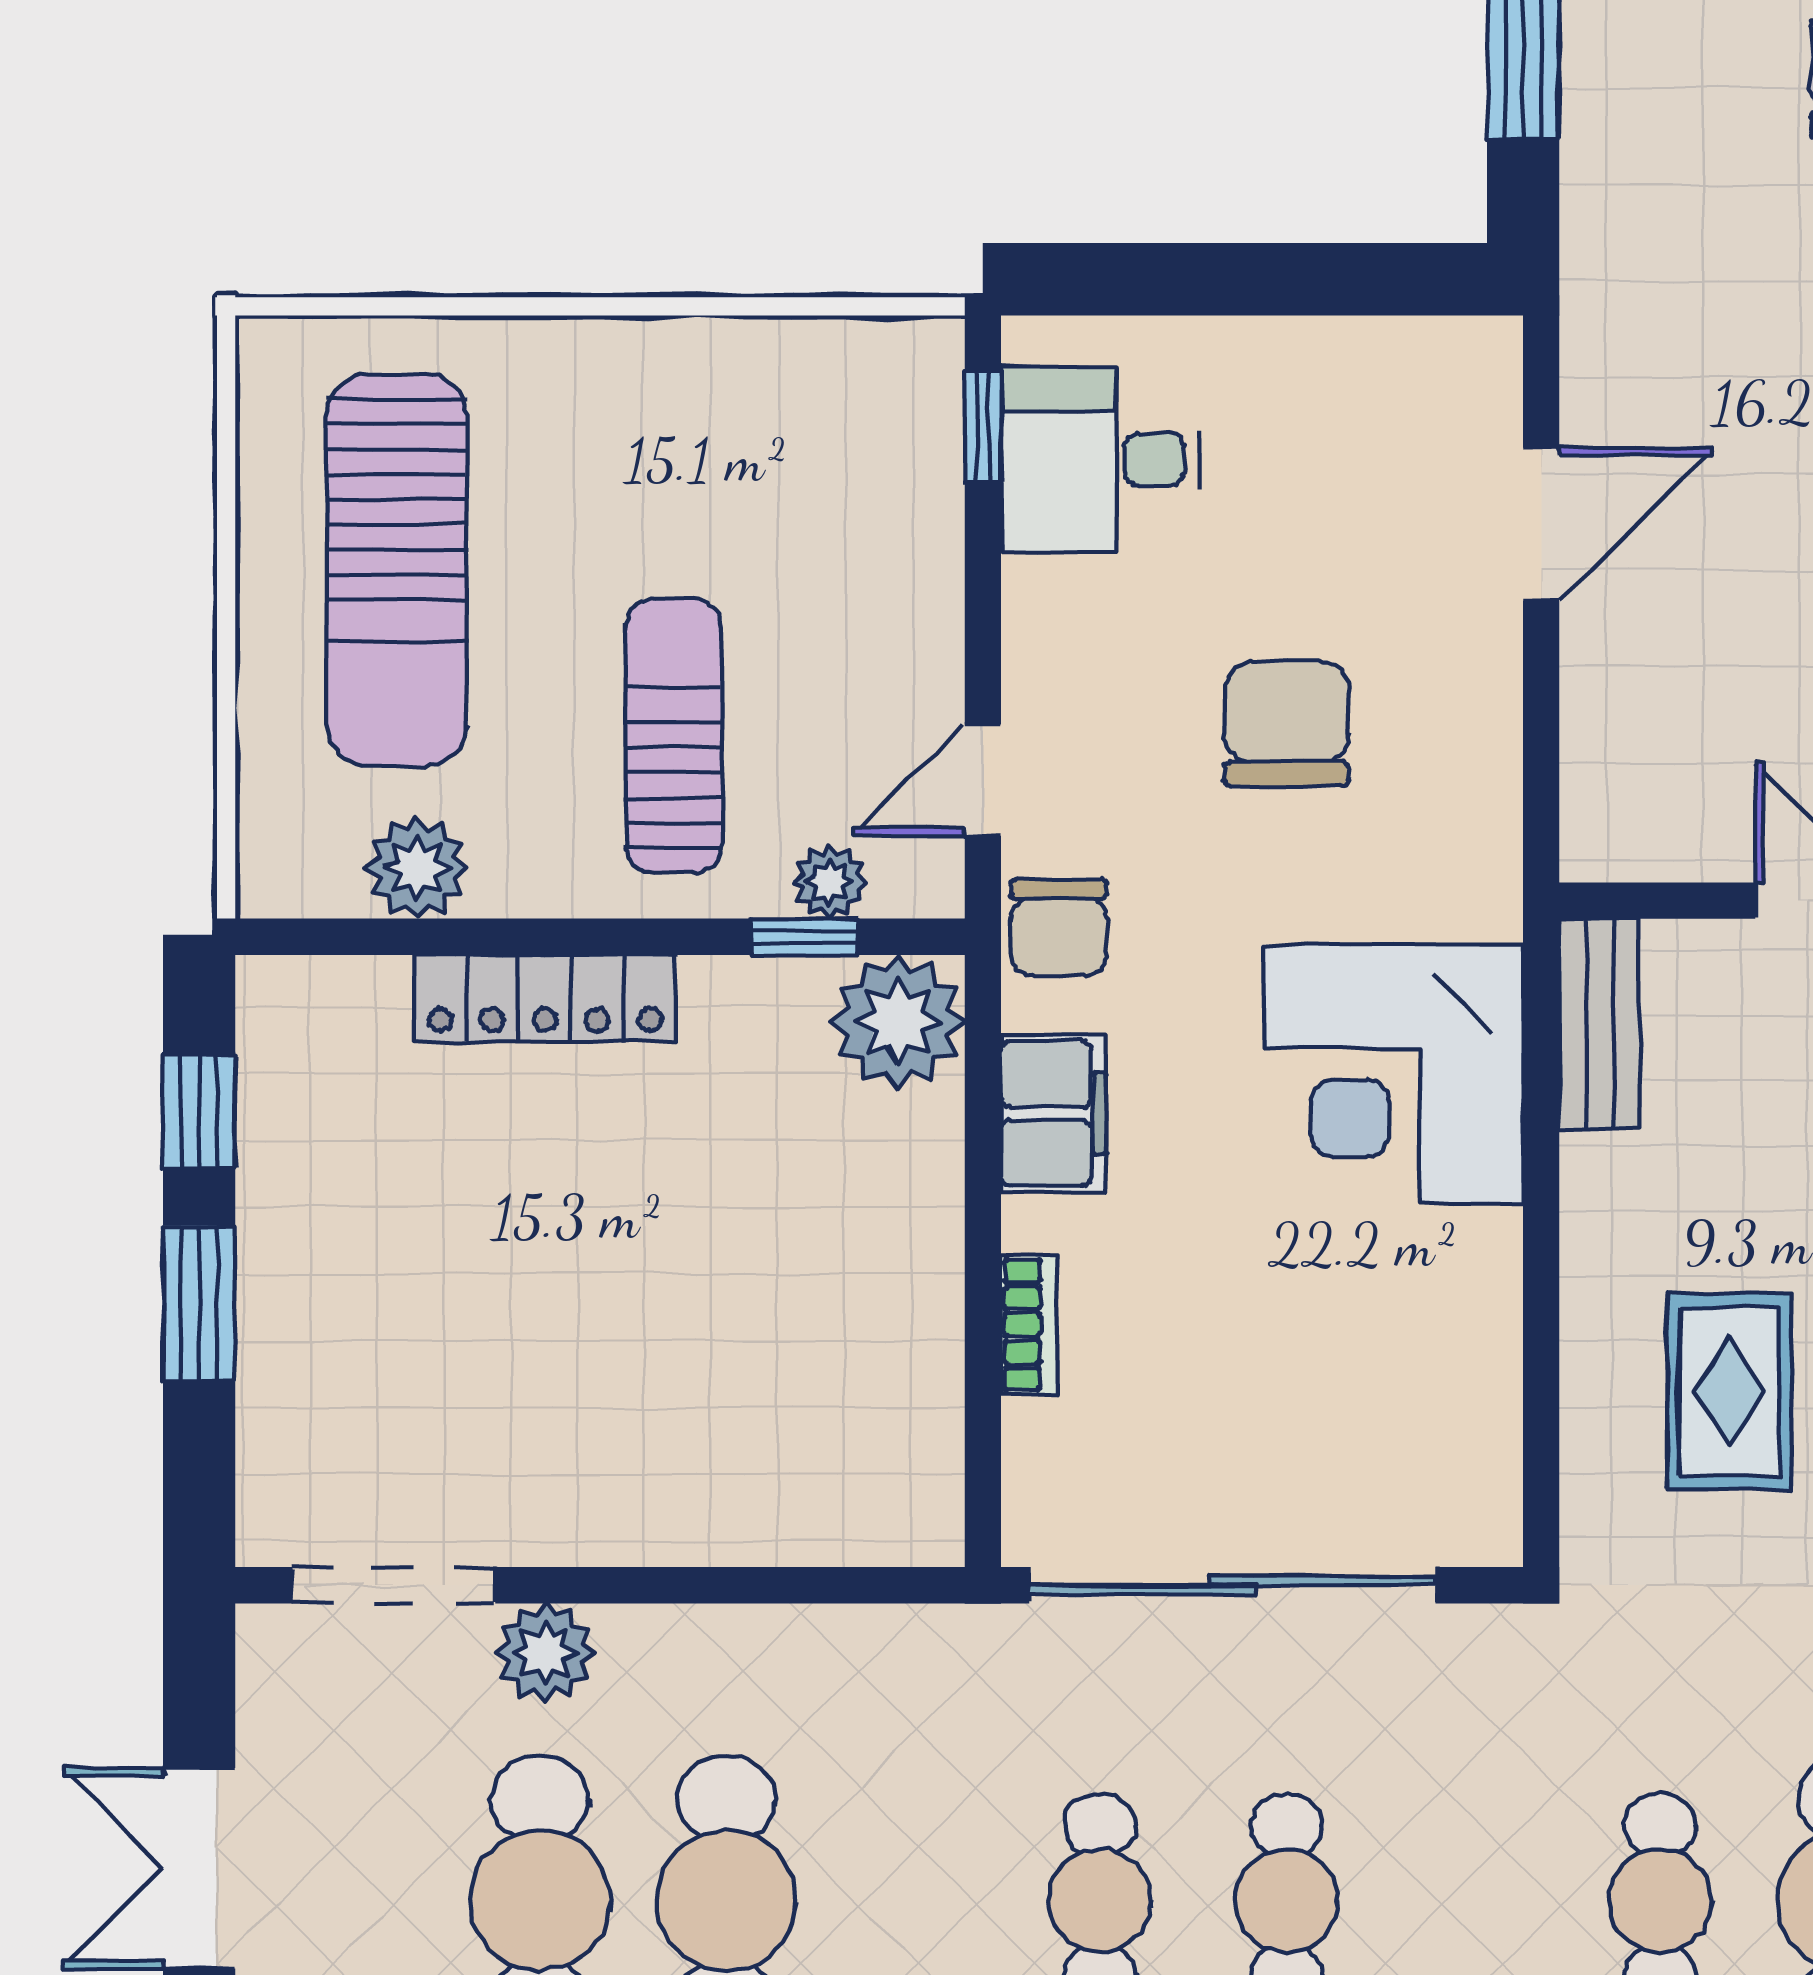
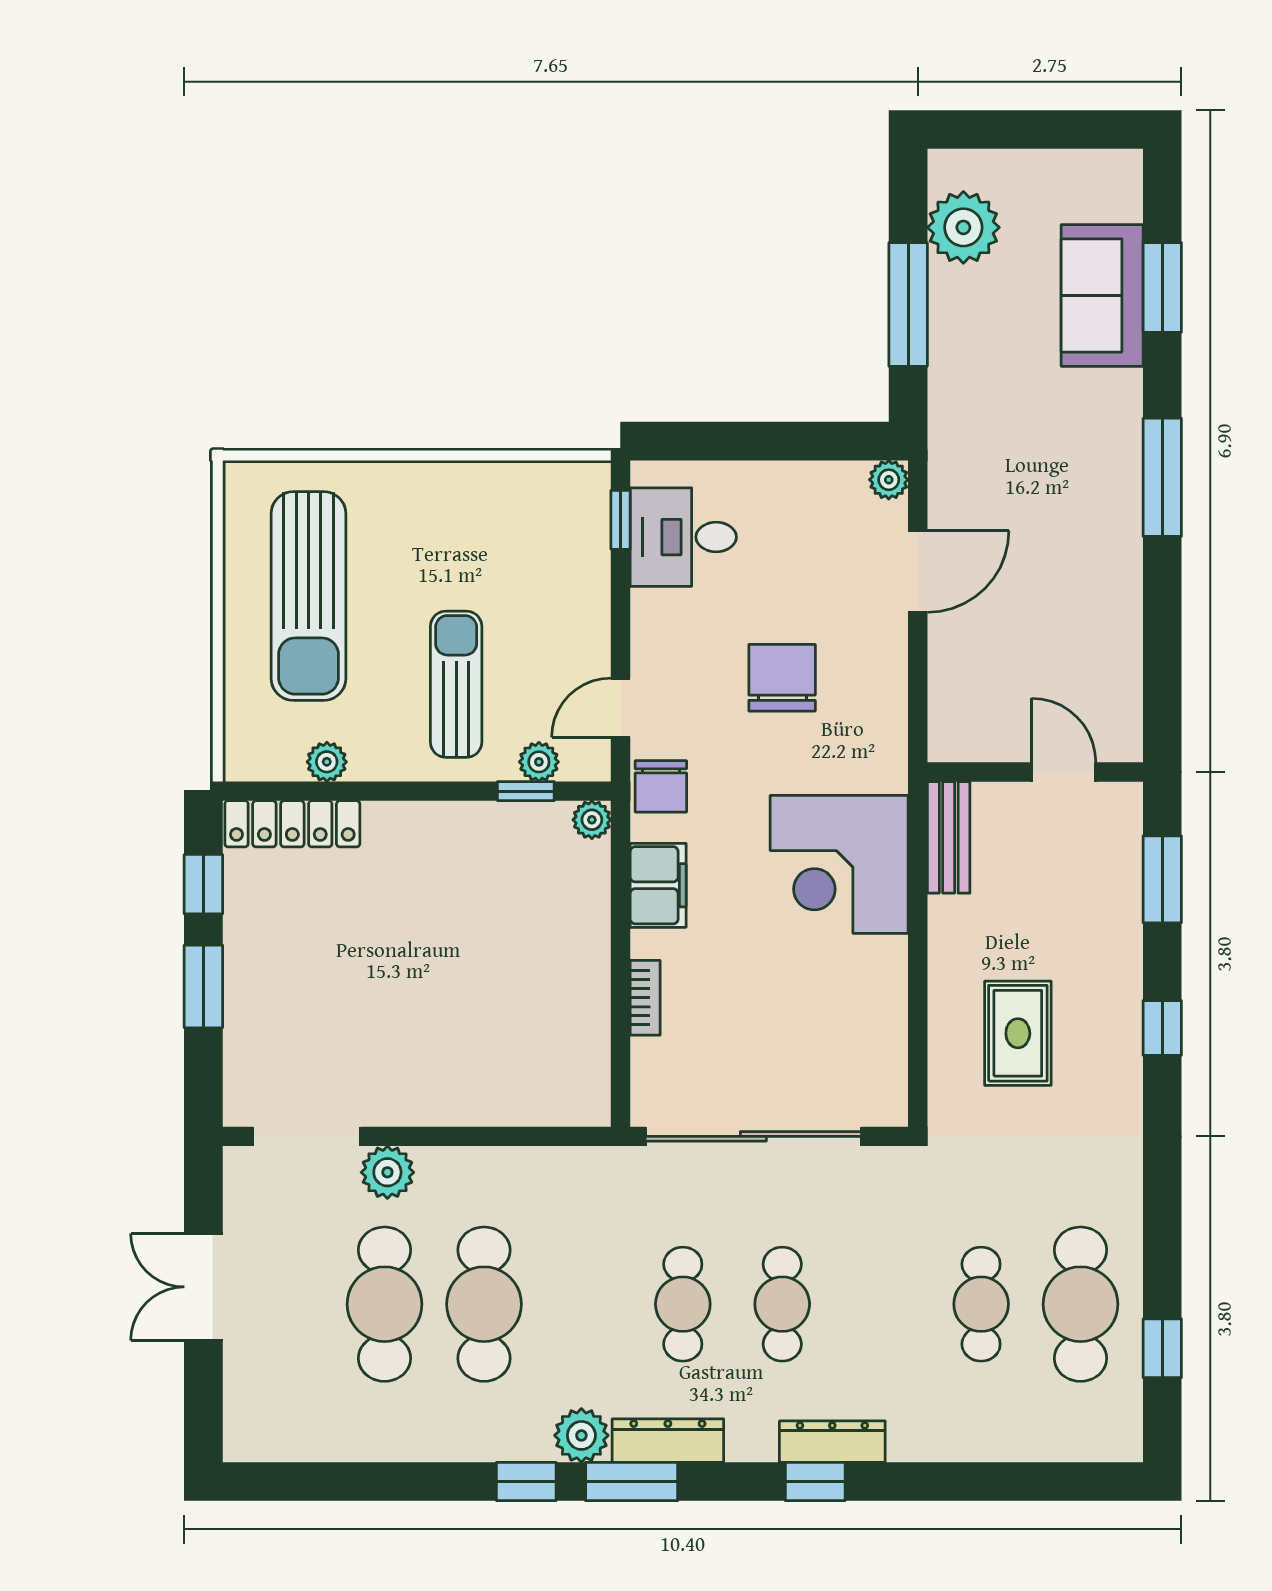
plant: (1487, 352) -> (889, 480), added
plant: (417, 868) -> (327, 762), width x0.73, depth x0.73
locker: (545, 998) -> (292, 824), moved
plant: (898, 1022) -> (592, 820), width x0.53, depth x0.53

